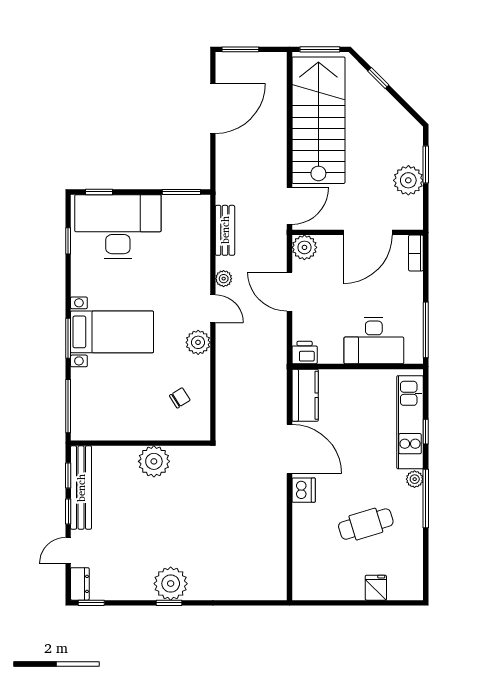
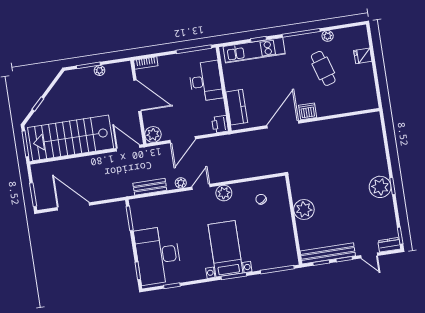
plant: (408, 180) -> (100, 70), width x0.53, depth x0.53
kitchen counter: (305, 395) -> (237, 107), moved, turned 90
plant: (415, 479) -> (328, 36), moved

